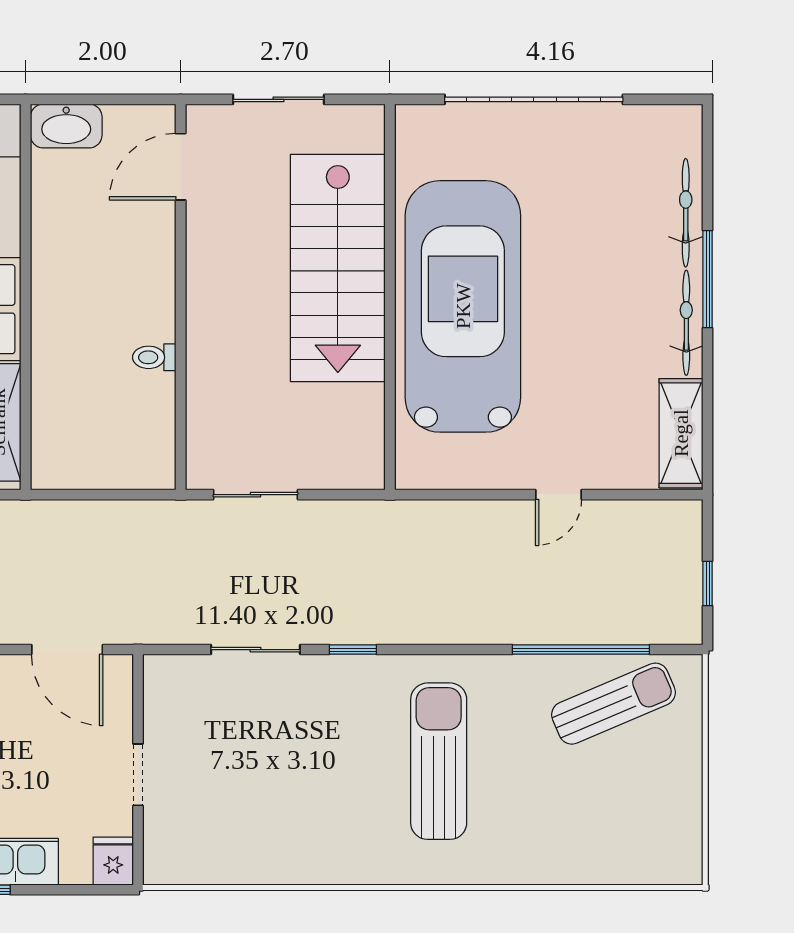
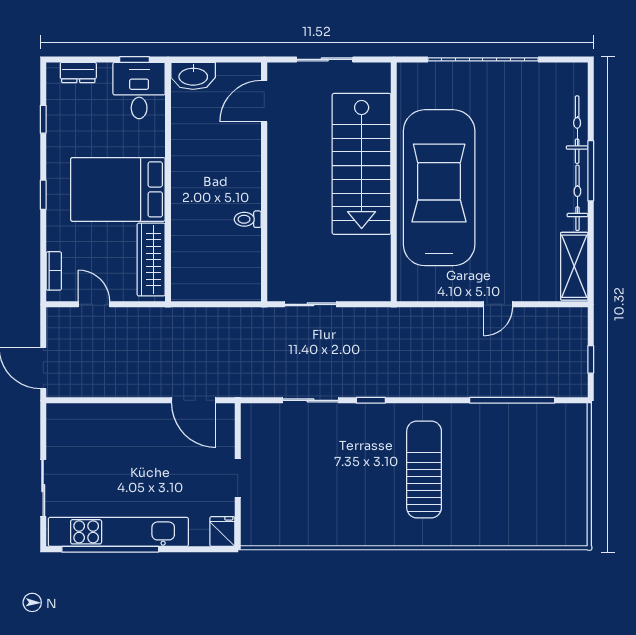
sun lounger: (613, 704) -> (532, 434), removed

